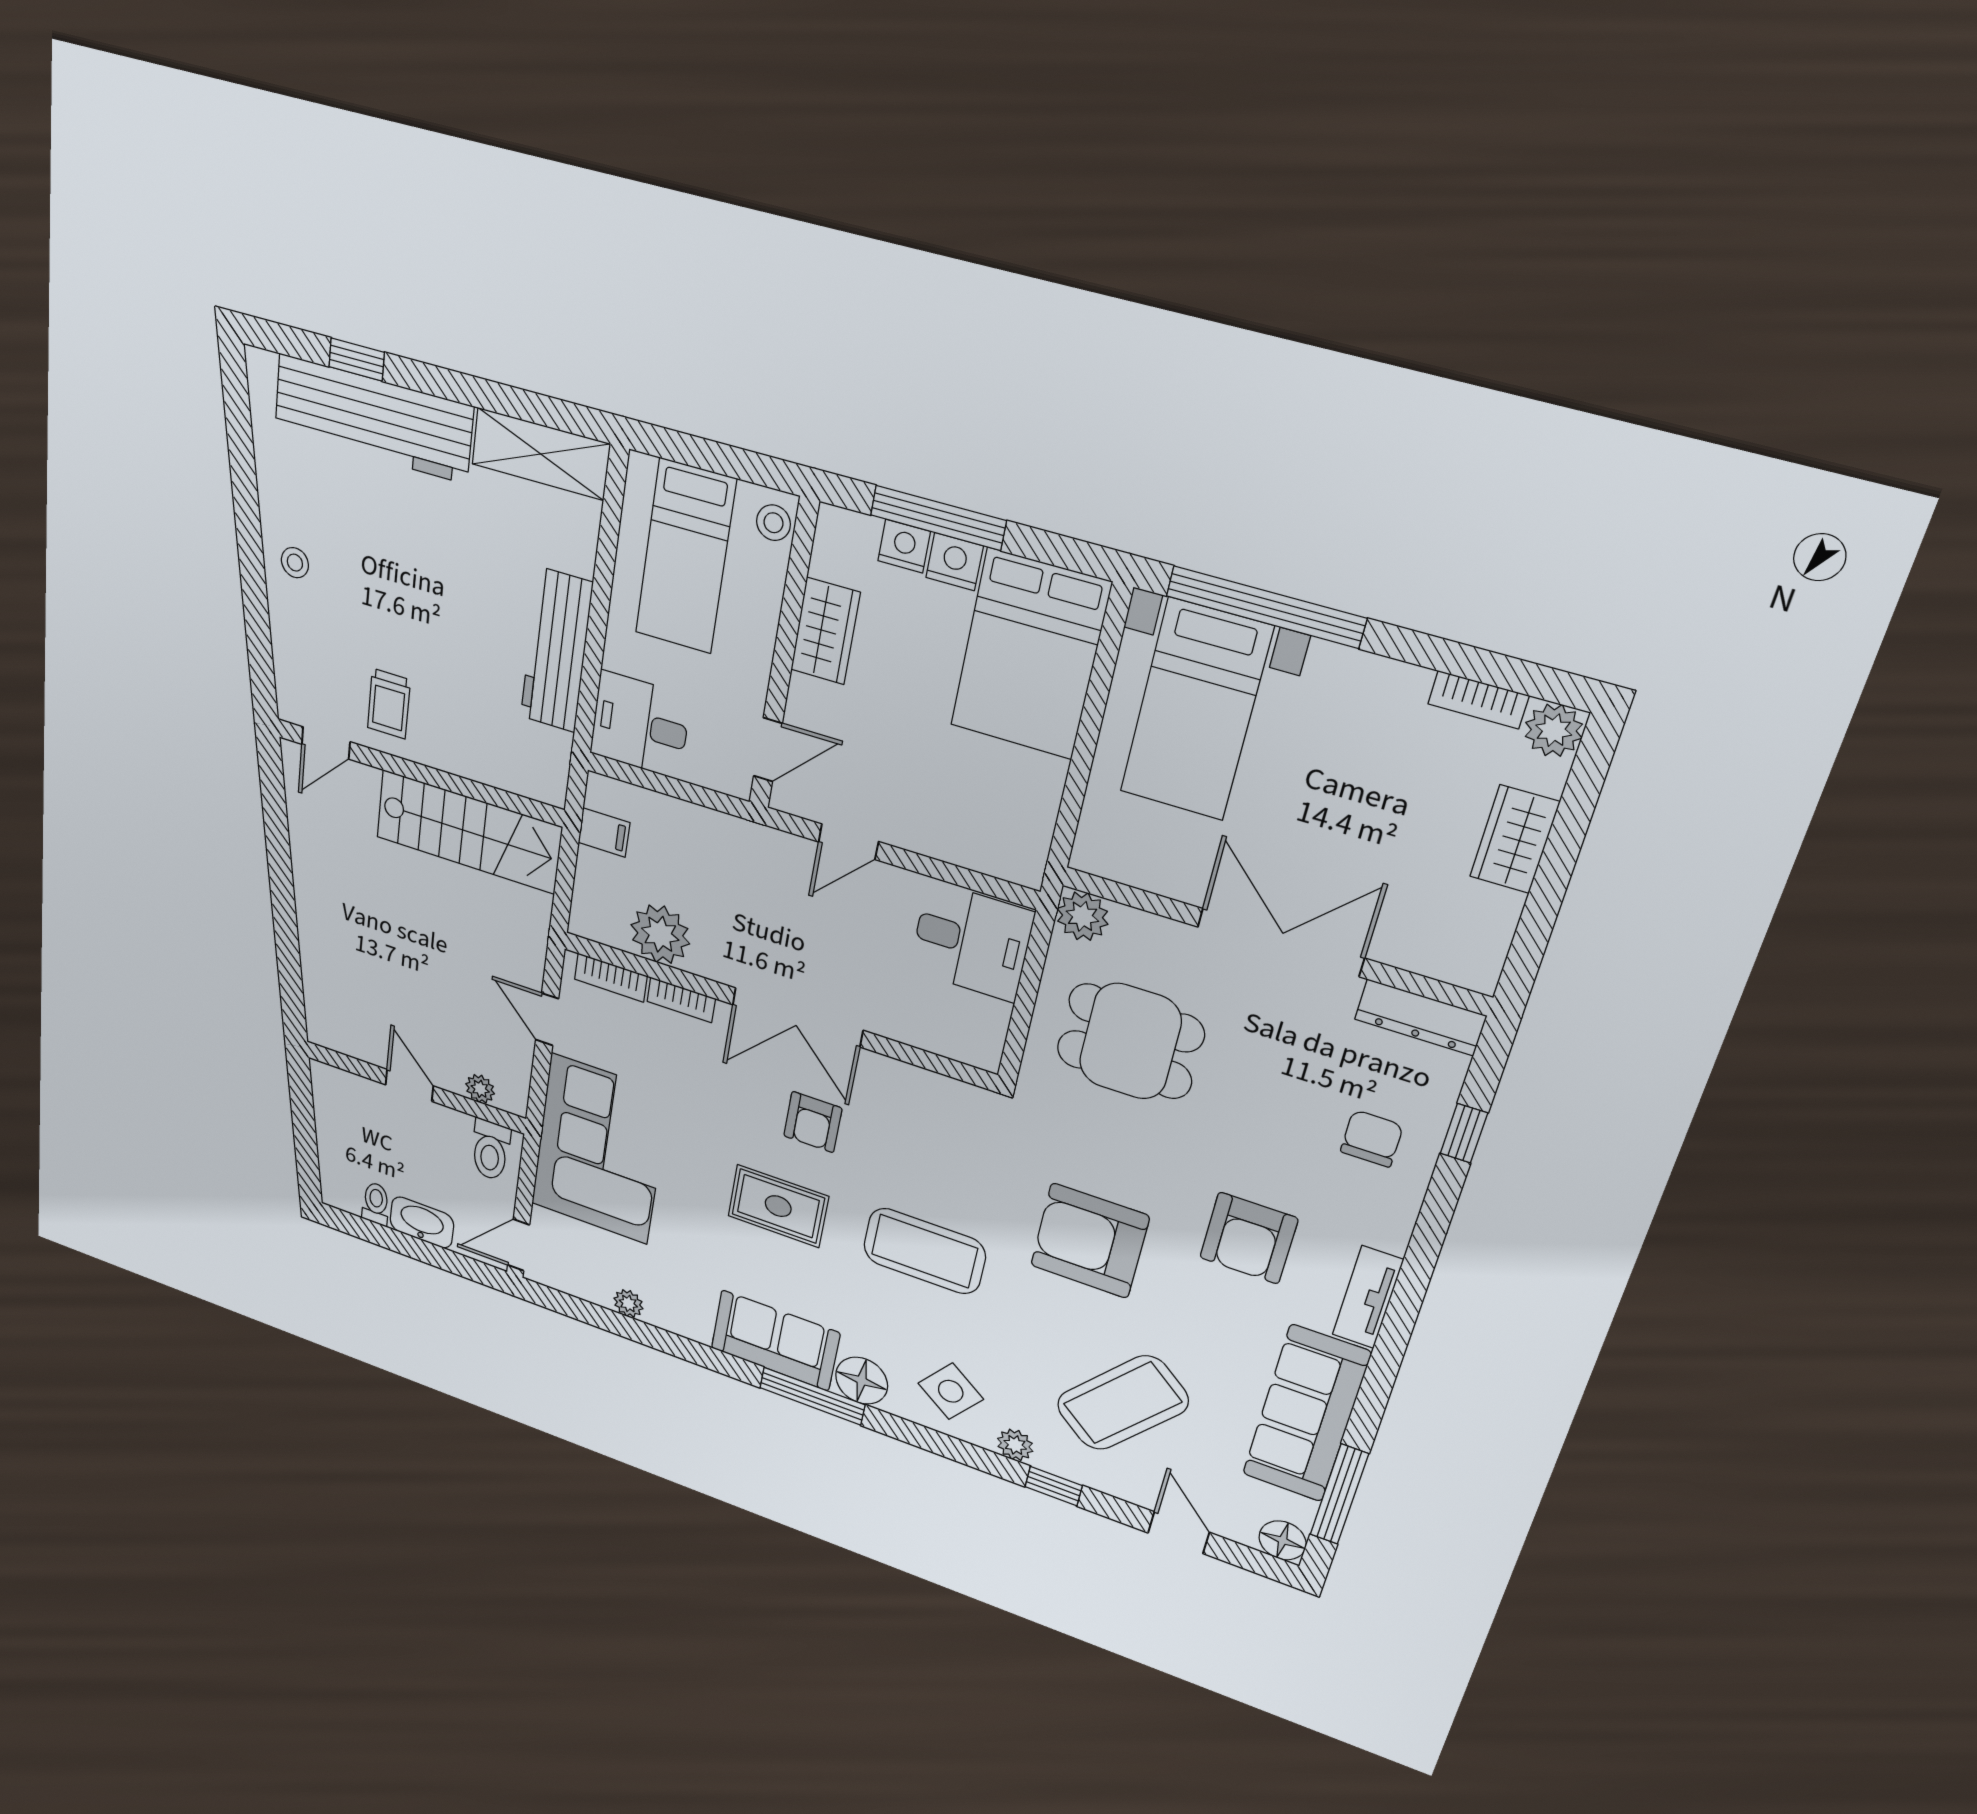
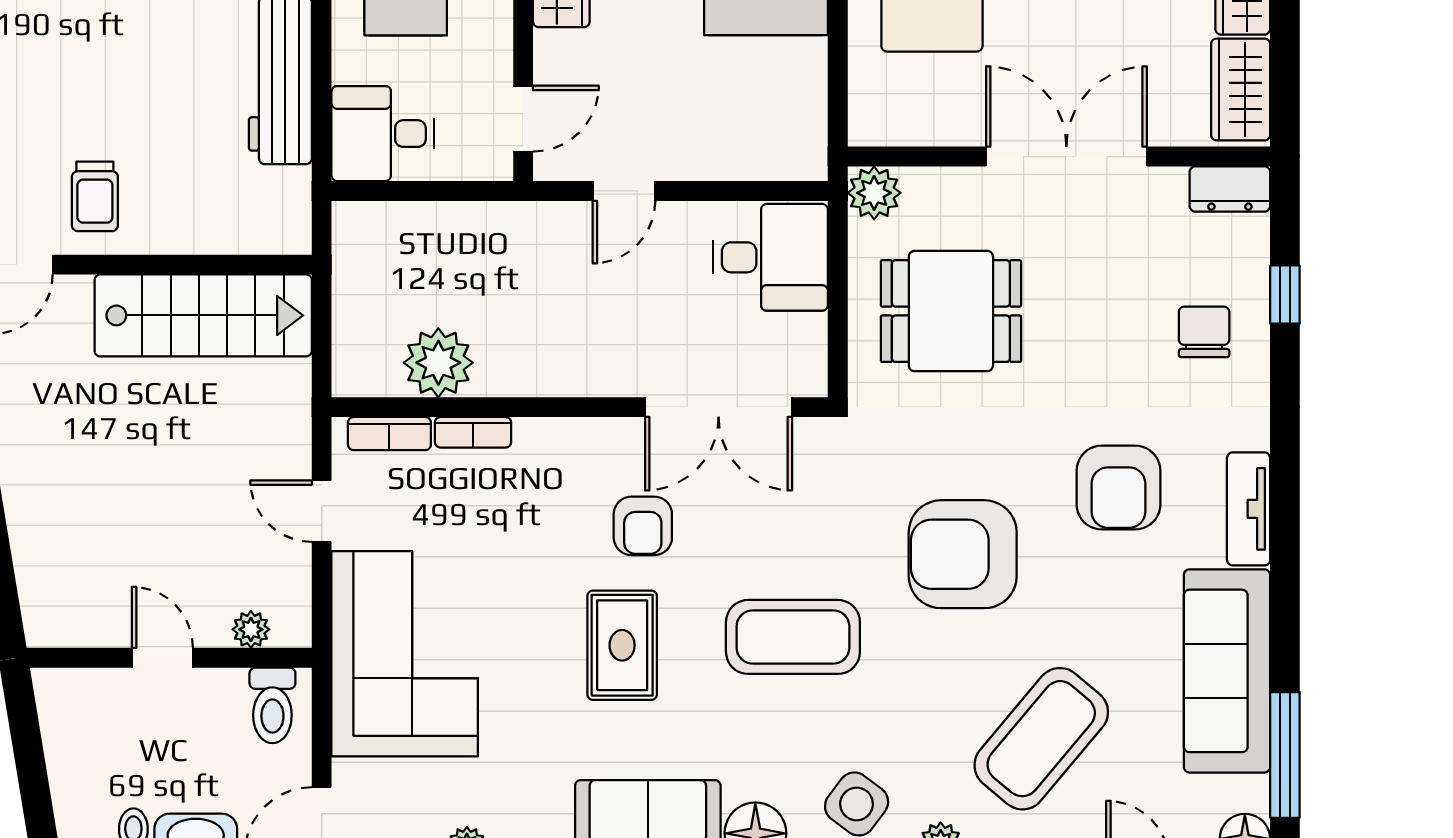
filing cabinet: (604, 833) -> (359, 266), removed
wardrobe: (1480, 936) -> (1241, 89), added
double door: (797, 1017) -> (719, 407), moved
dresser: (1420, 1017) -> (1230, 189), width x0.70
rug: (778, 1206) -> (622, 645), turned 90

